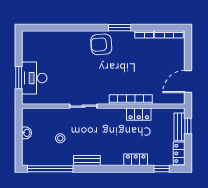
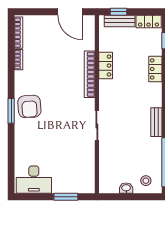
window: (120, 28) -> (11, 111), moved
desk: (34, 78) -> (34, 180), moved
stool: (60, 138) -> (146, 181), moved

